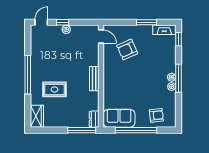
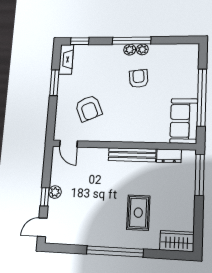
door: (41, 22) -> (42, 227), hinge flipped
door: (101, 37) -> (69, 144), swing flipped
bench: (94, 79) -> (132, 155), width x1.36
armchair: (156, 115) -> (139, 79), moved
dresser: (94, 119) -> (169, 156), moved

